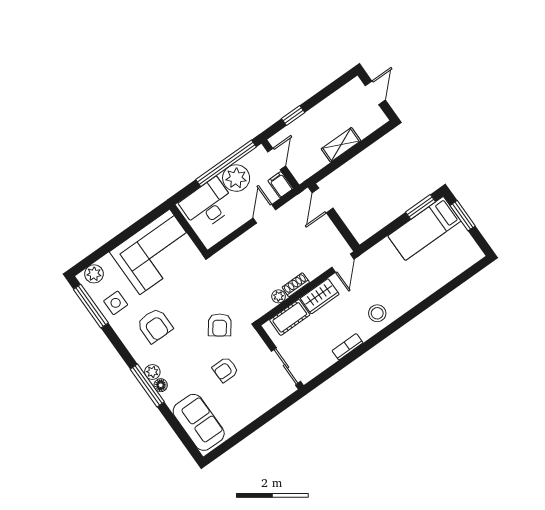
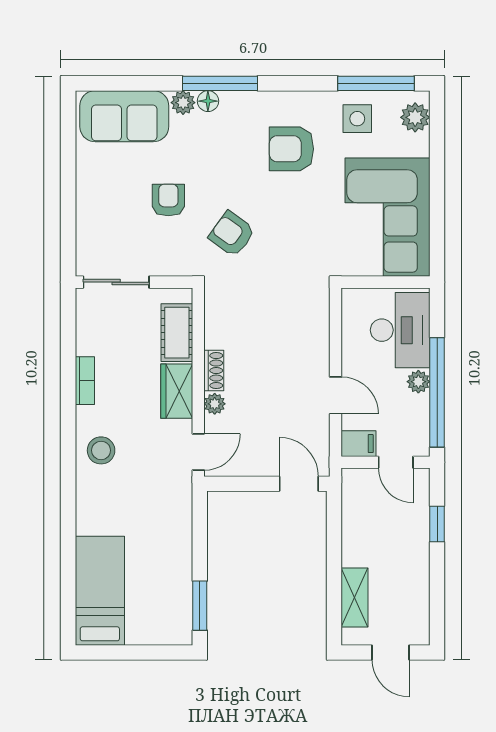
shelving: (341, 145) -> (355, 597), moved
plant: (236, 178) -> (418, 382), width x0.53, depth x0.53
window: (463, 216) -> (149, 652), removed
bed: (424, 228) -> (100, 591), moved
door: (343, 263) -> (198, 452), swing flipped
plant: (278, 296) -> (215, 404), moved
plant: (152, 372) -> (183, 103), moved

